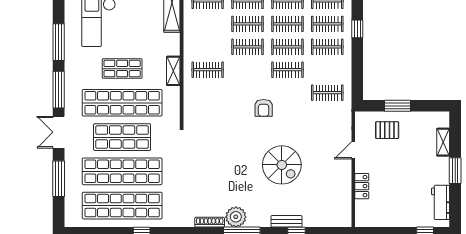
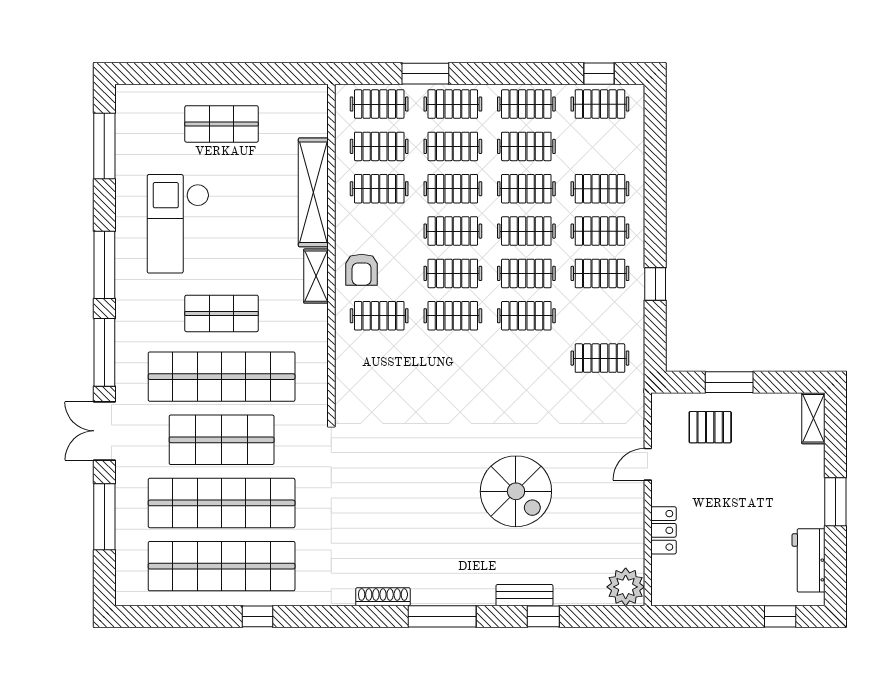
window: (357, 29) -> (655, 284), moved
clothes rail: (248, 70) -> (453, 316), added
shelving: (173, 71) -> (316, 276), moved
armchair: (264, 108) -> (362, 270), moved
shelving: (443, 142) -> (813, 418), moved
plant: (236, 217) -> (626, 587), moved

